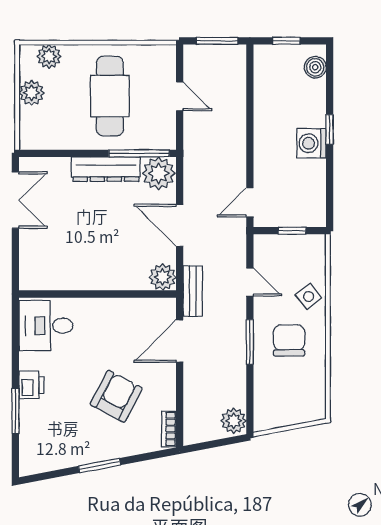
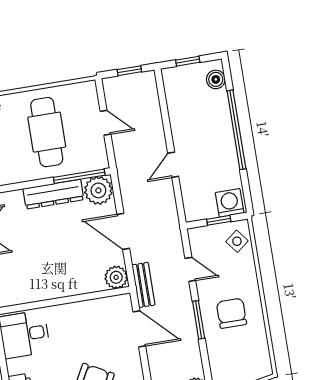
window: (217, 41) -> (129, 71), width x0.67
window: (330, 129) -> (236, 130), width x3.17
washing machine: (311, 143) -> (230, 203), moved, turned 90
door: (250, 202) -> (173, 165), moved
side table: (309, 296) -> (237, 241), moved
door: (180, 341) -> (139, 329), swing flipped

